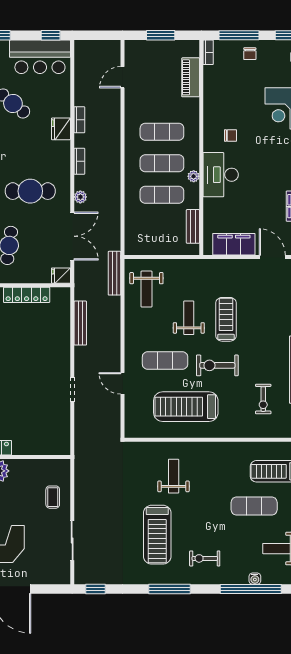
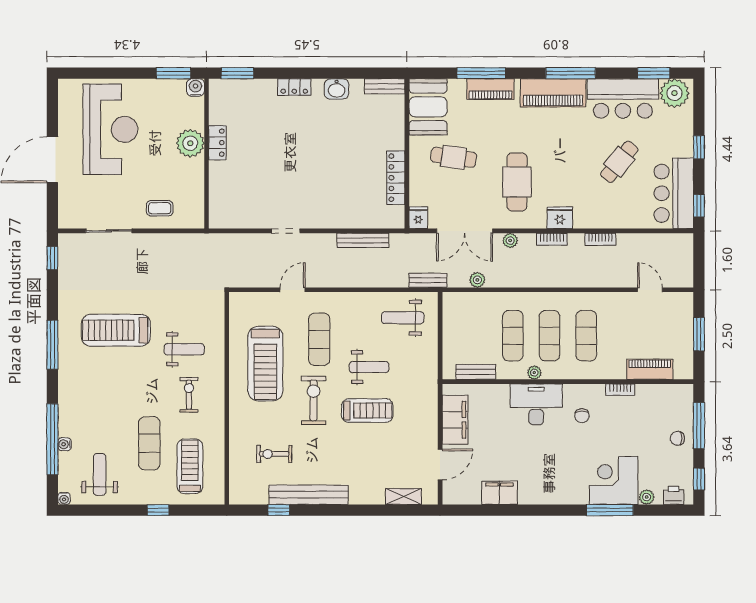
bookcase: (208, 52) -> (620, 390), moved
fridge: (61, 129) -> (560, 218), moved
plant: (114, 225) -> (477, 280), added
bench: (115, 273) -> (428, 280), width x0.73
treadmill: (186, 407) -> (265, 364), turned 180
exercise bike: (205, 558) -> (189, 395), moved

